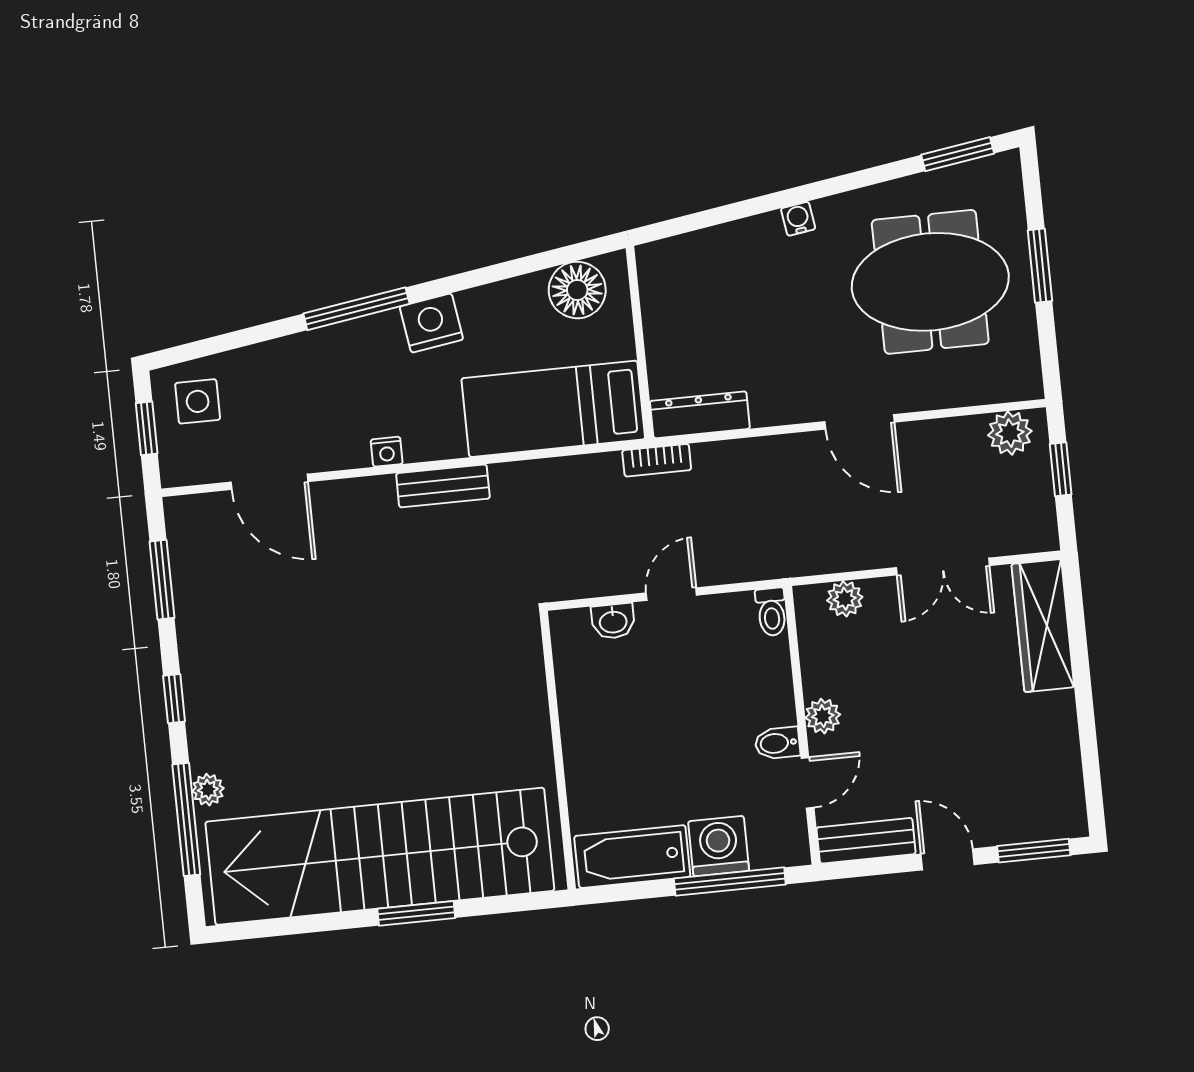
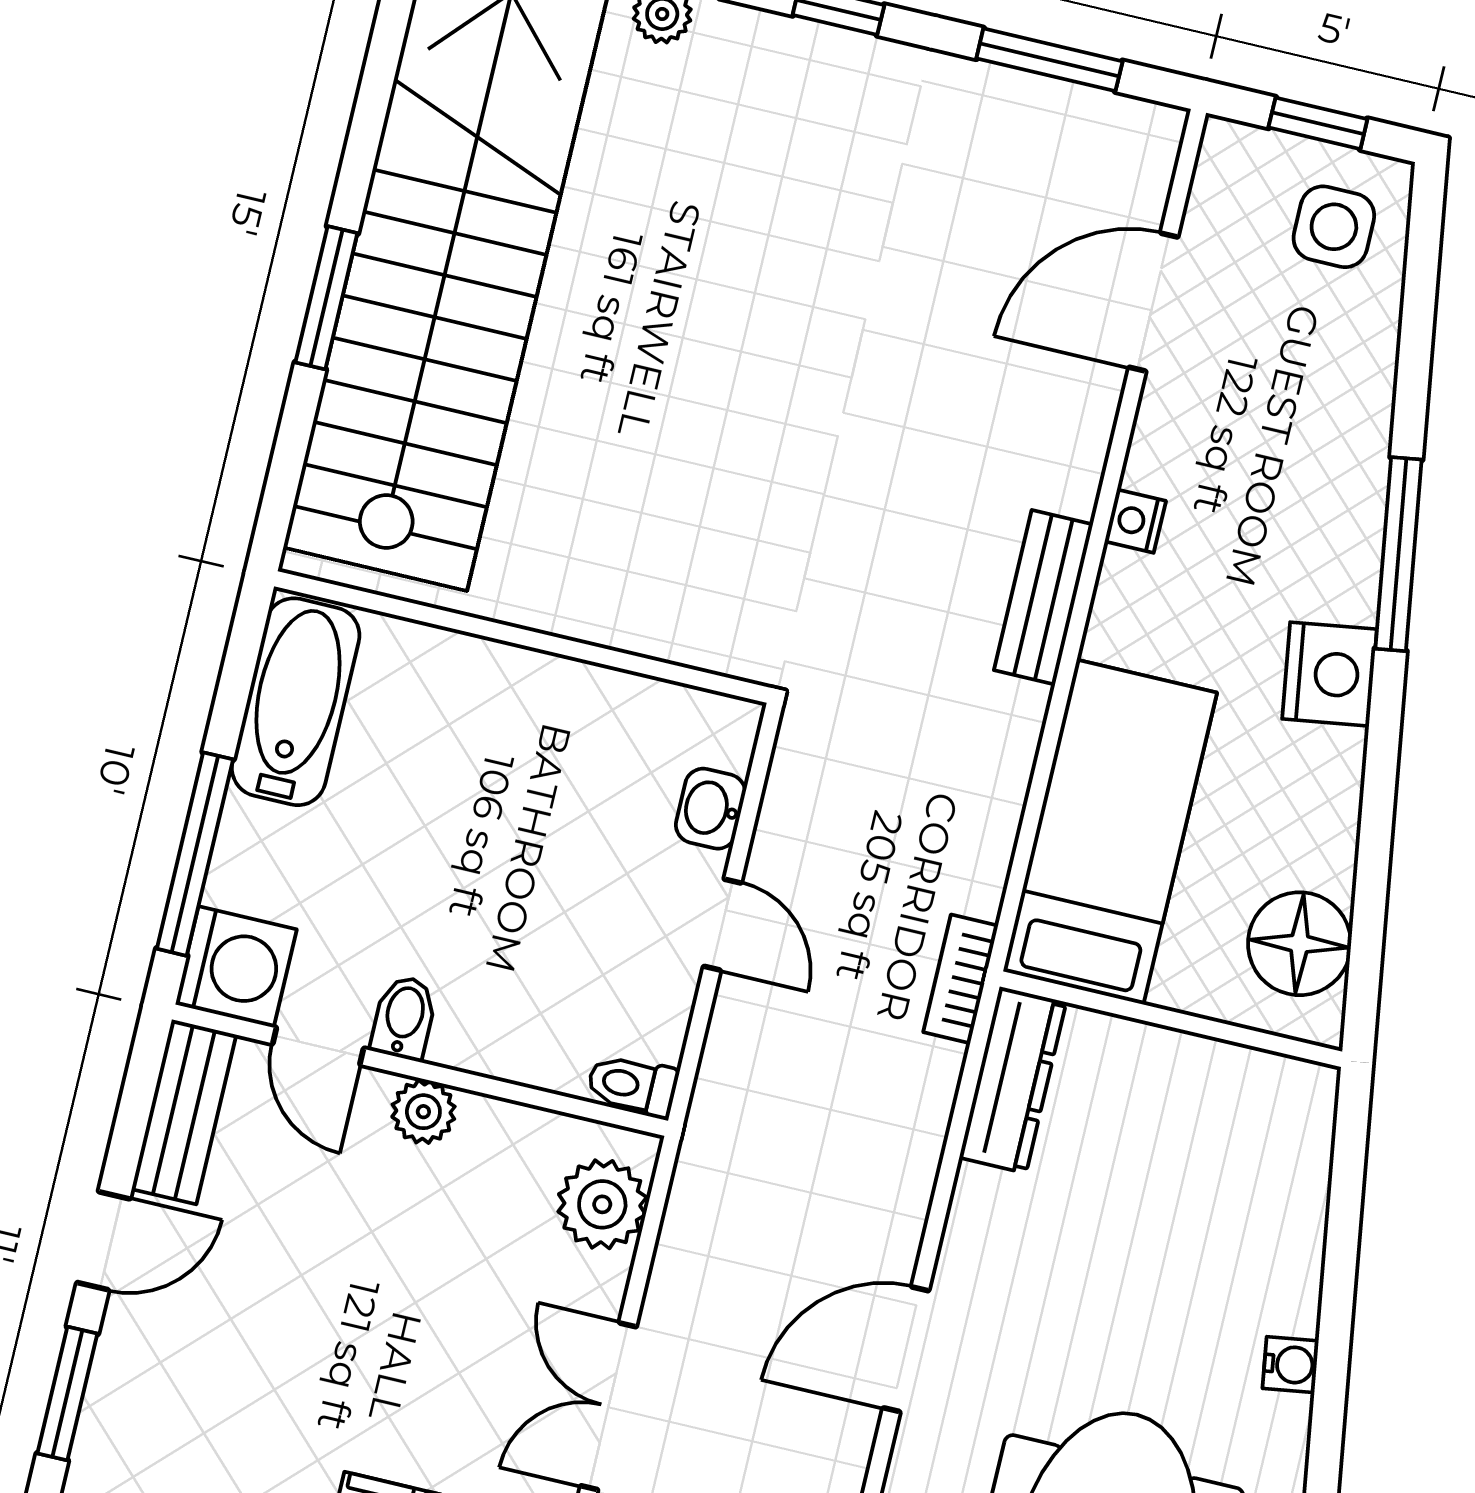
plant: (845, 599) -> (602, 1204), width x1.38, depth x1.38
washing machine: (719, 846) -> (236, 967), moved

